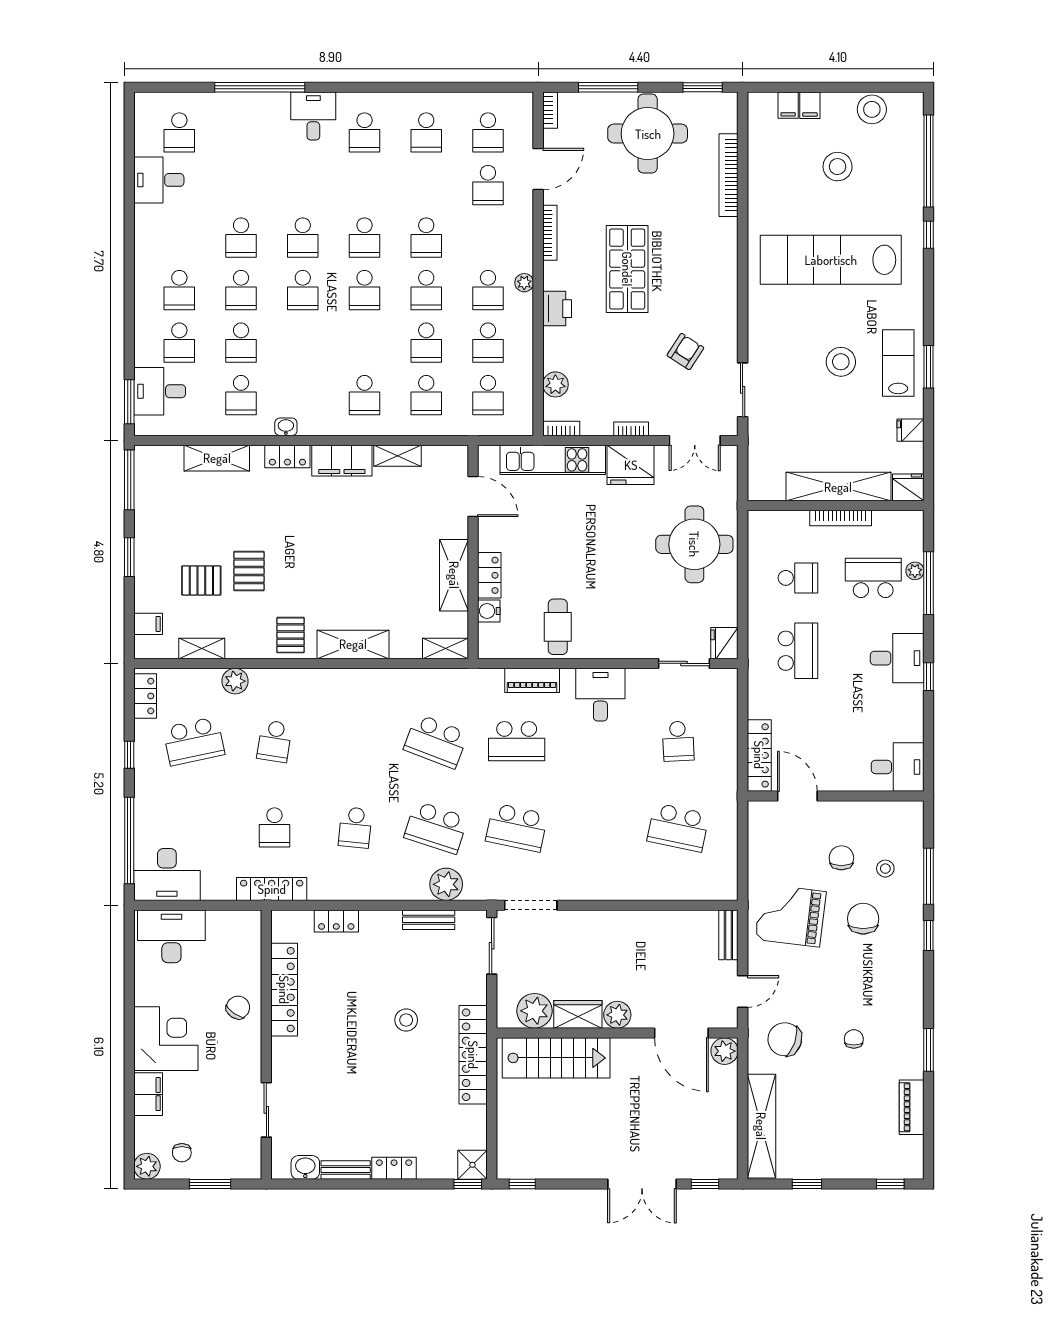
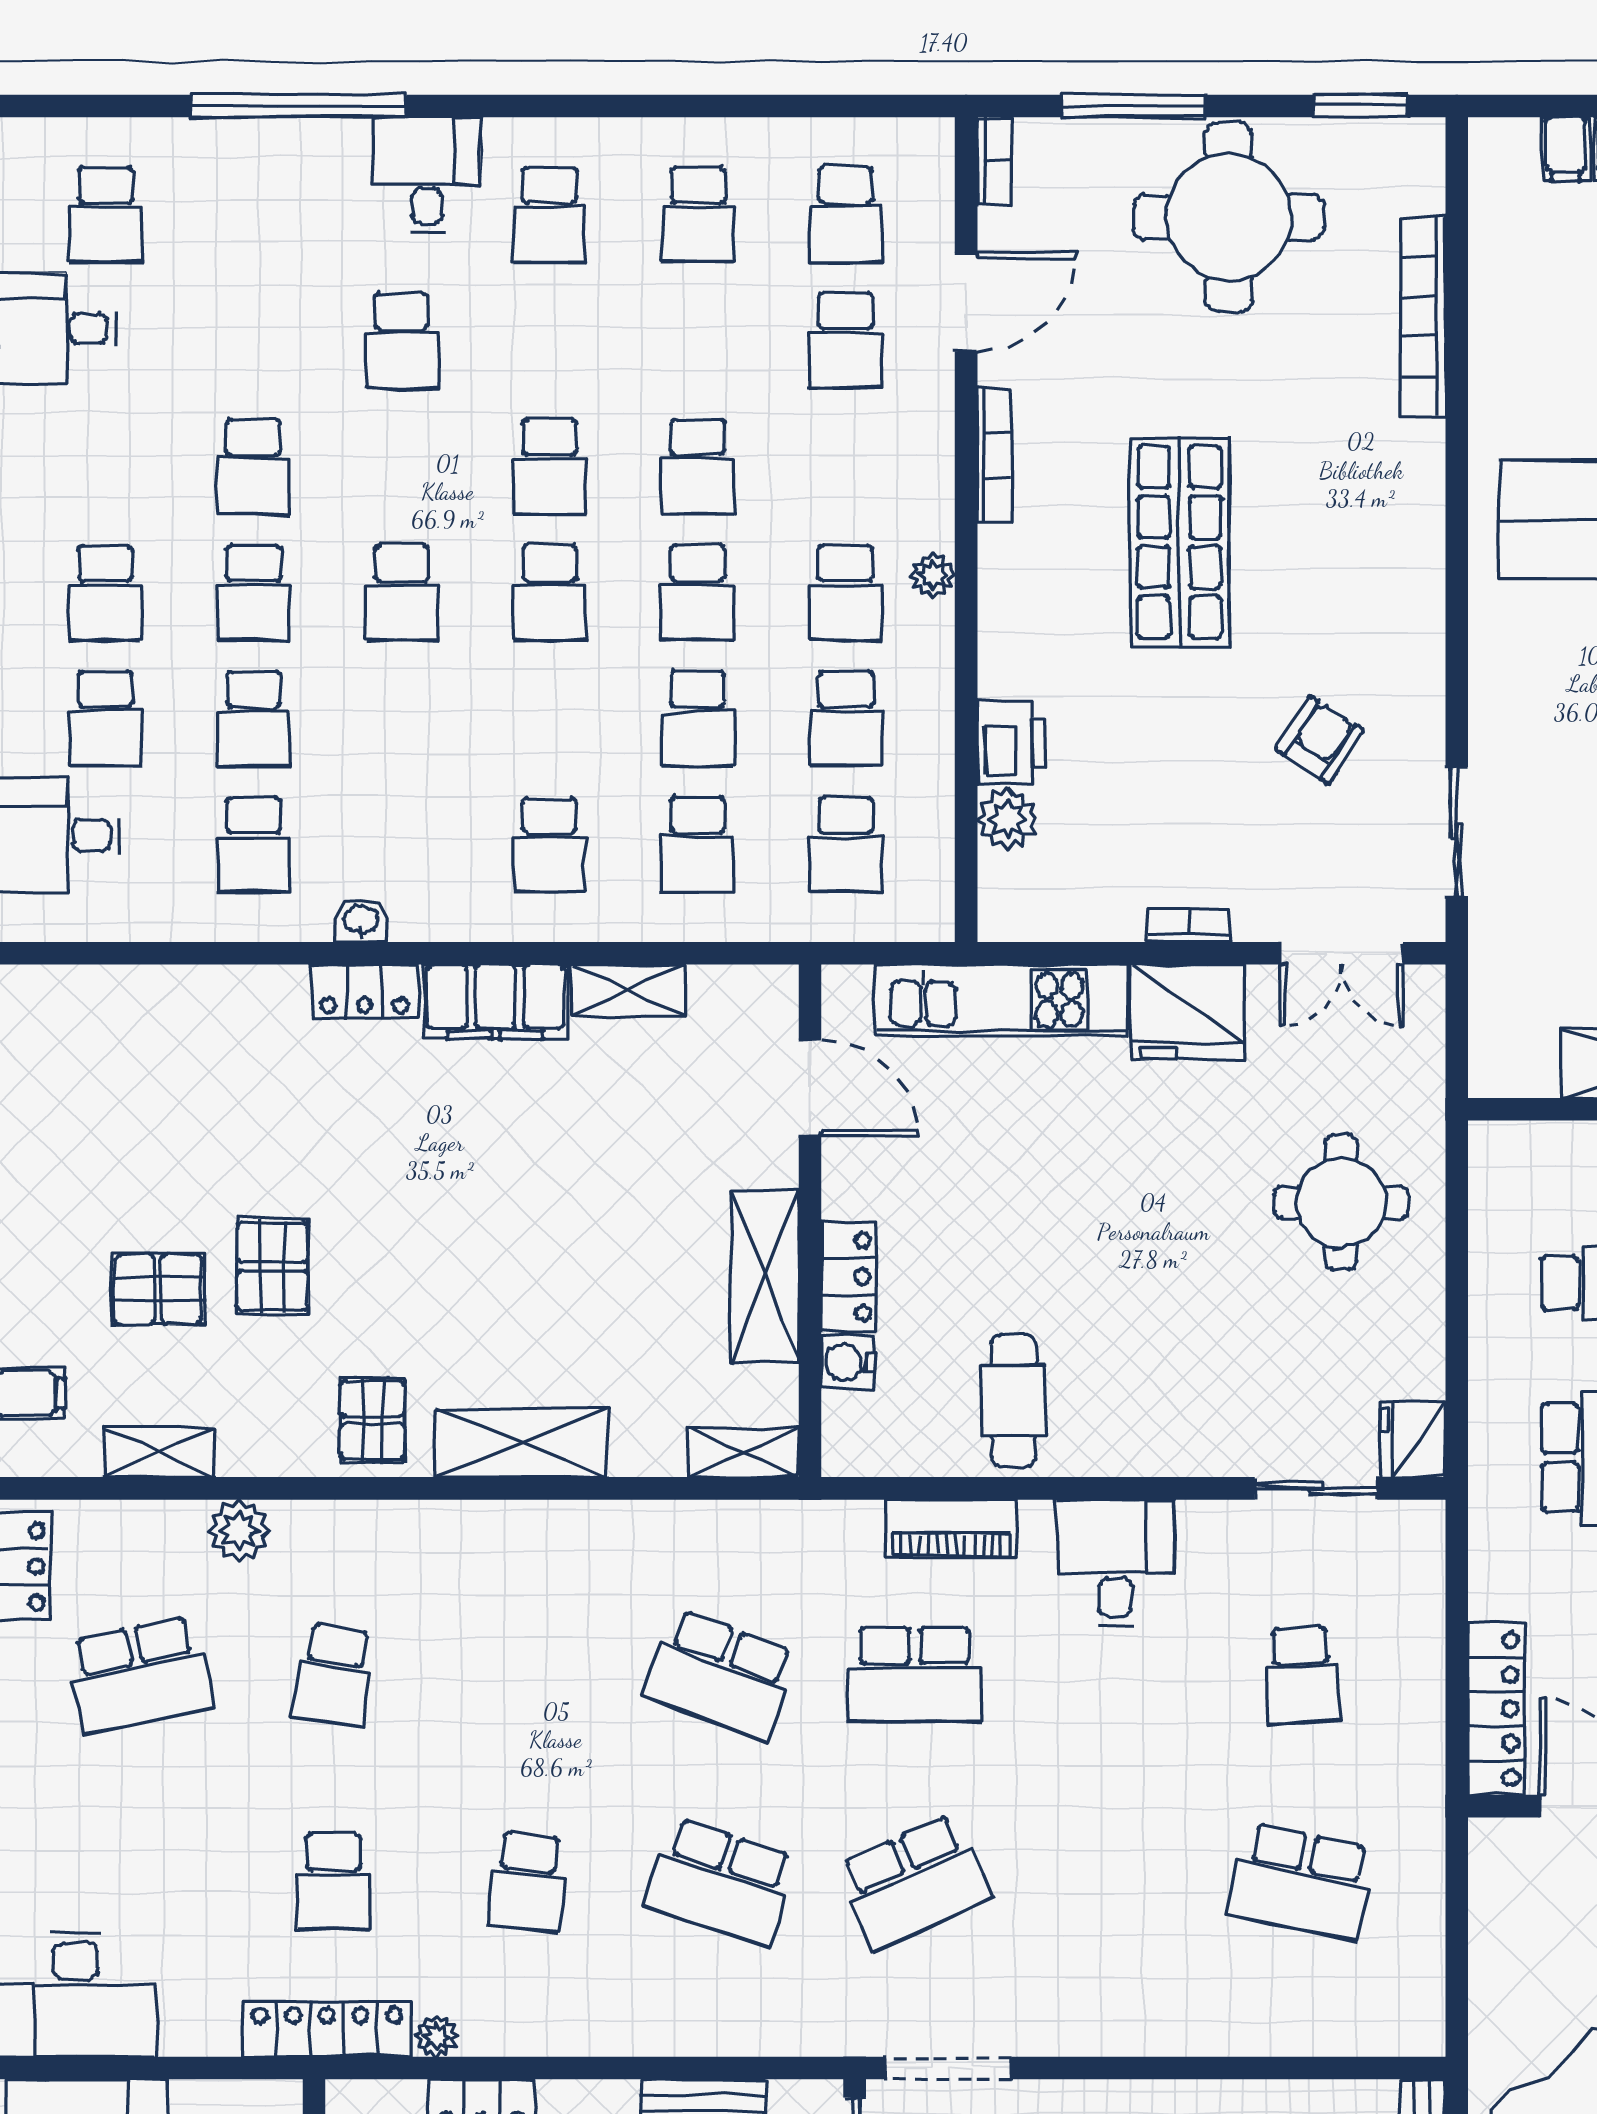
school desk: (303, 238) -> (402, 341), moved
printer: (557, 309) -> (1012, 743), moved
bookcase: (561, 428) -> (1022, 924), removed
shelving: (217, 458) -> (195, 996), removed
round table: (694, 544) -> (1341, 1202), width x0.73, depth x0.73
school desk: (517, 827) -> (915, 1882), turned -36
plant: (446, 884) -> (436, 2036), moved, width x0.53, depth x0.53

